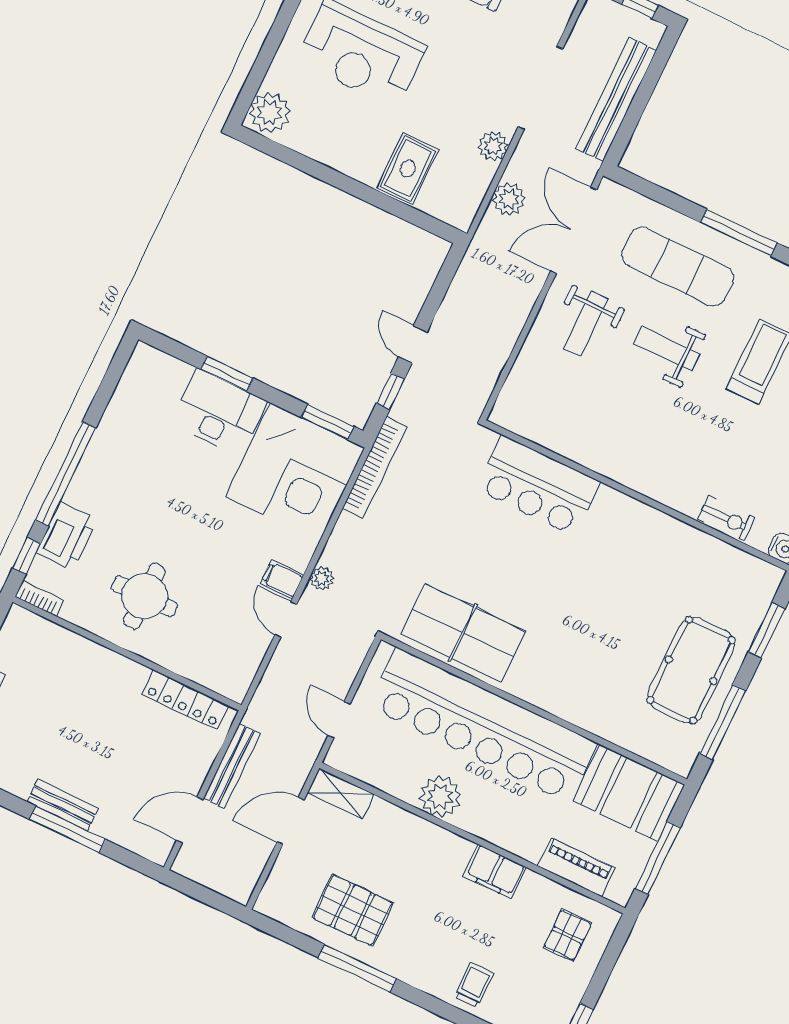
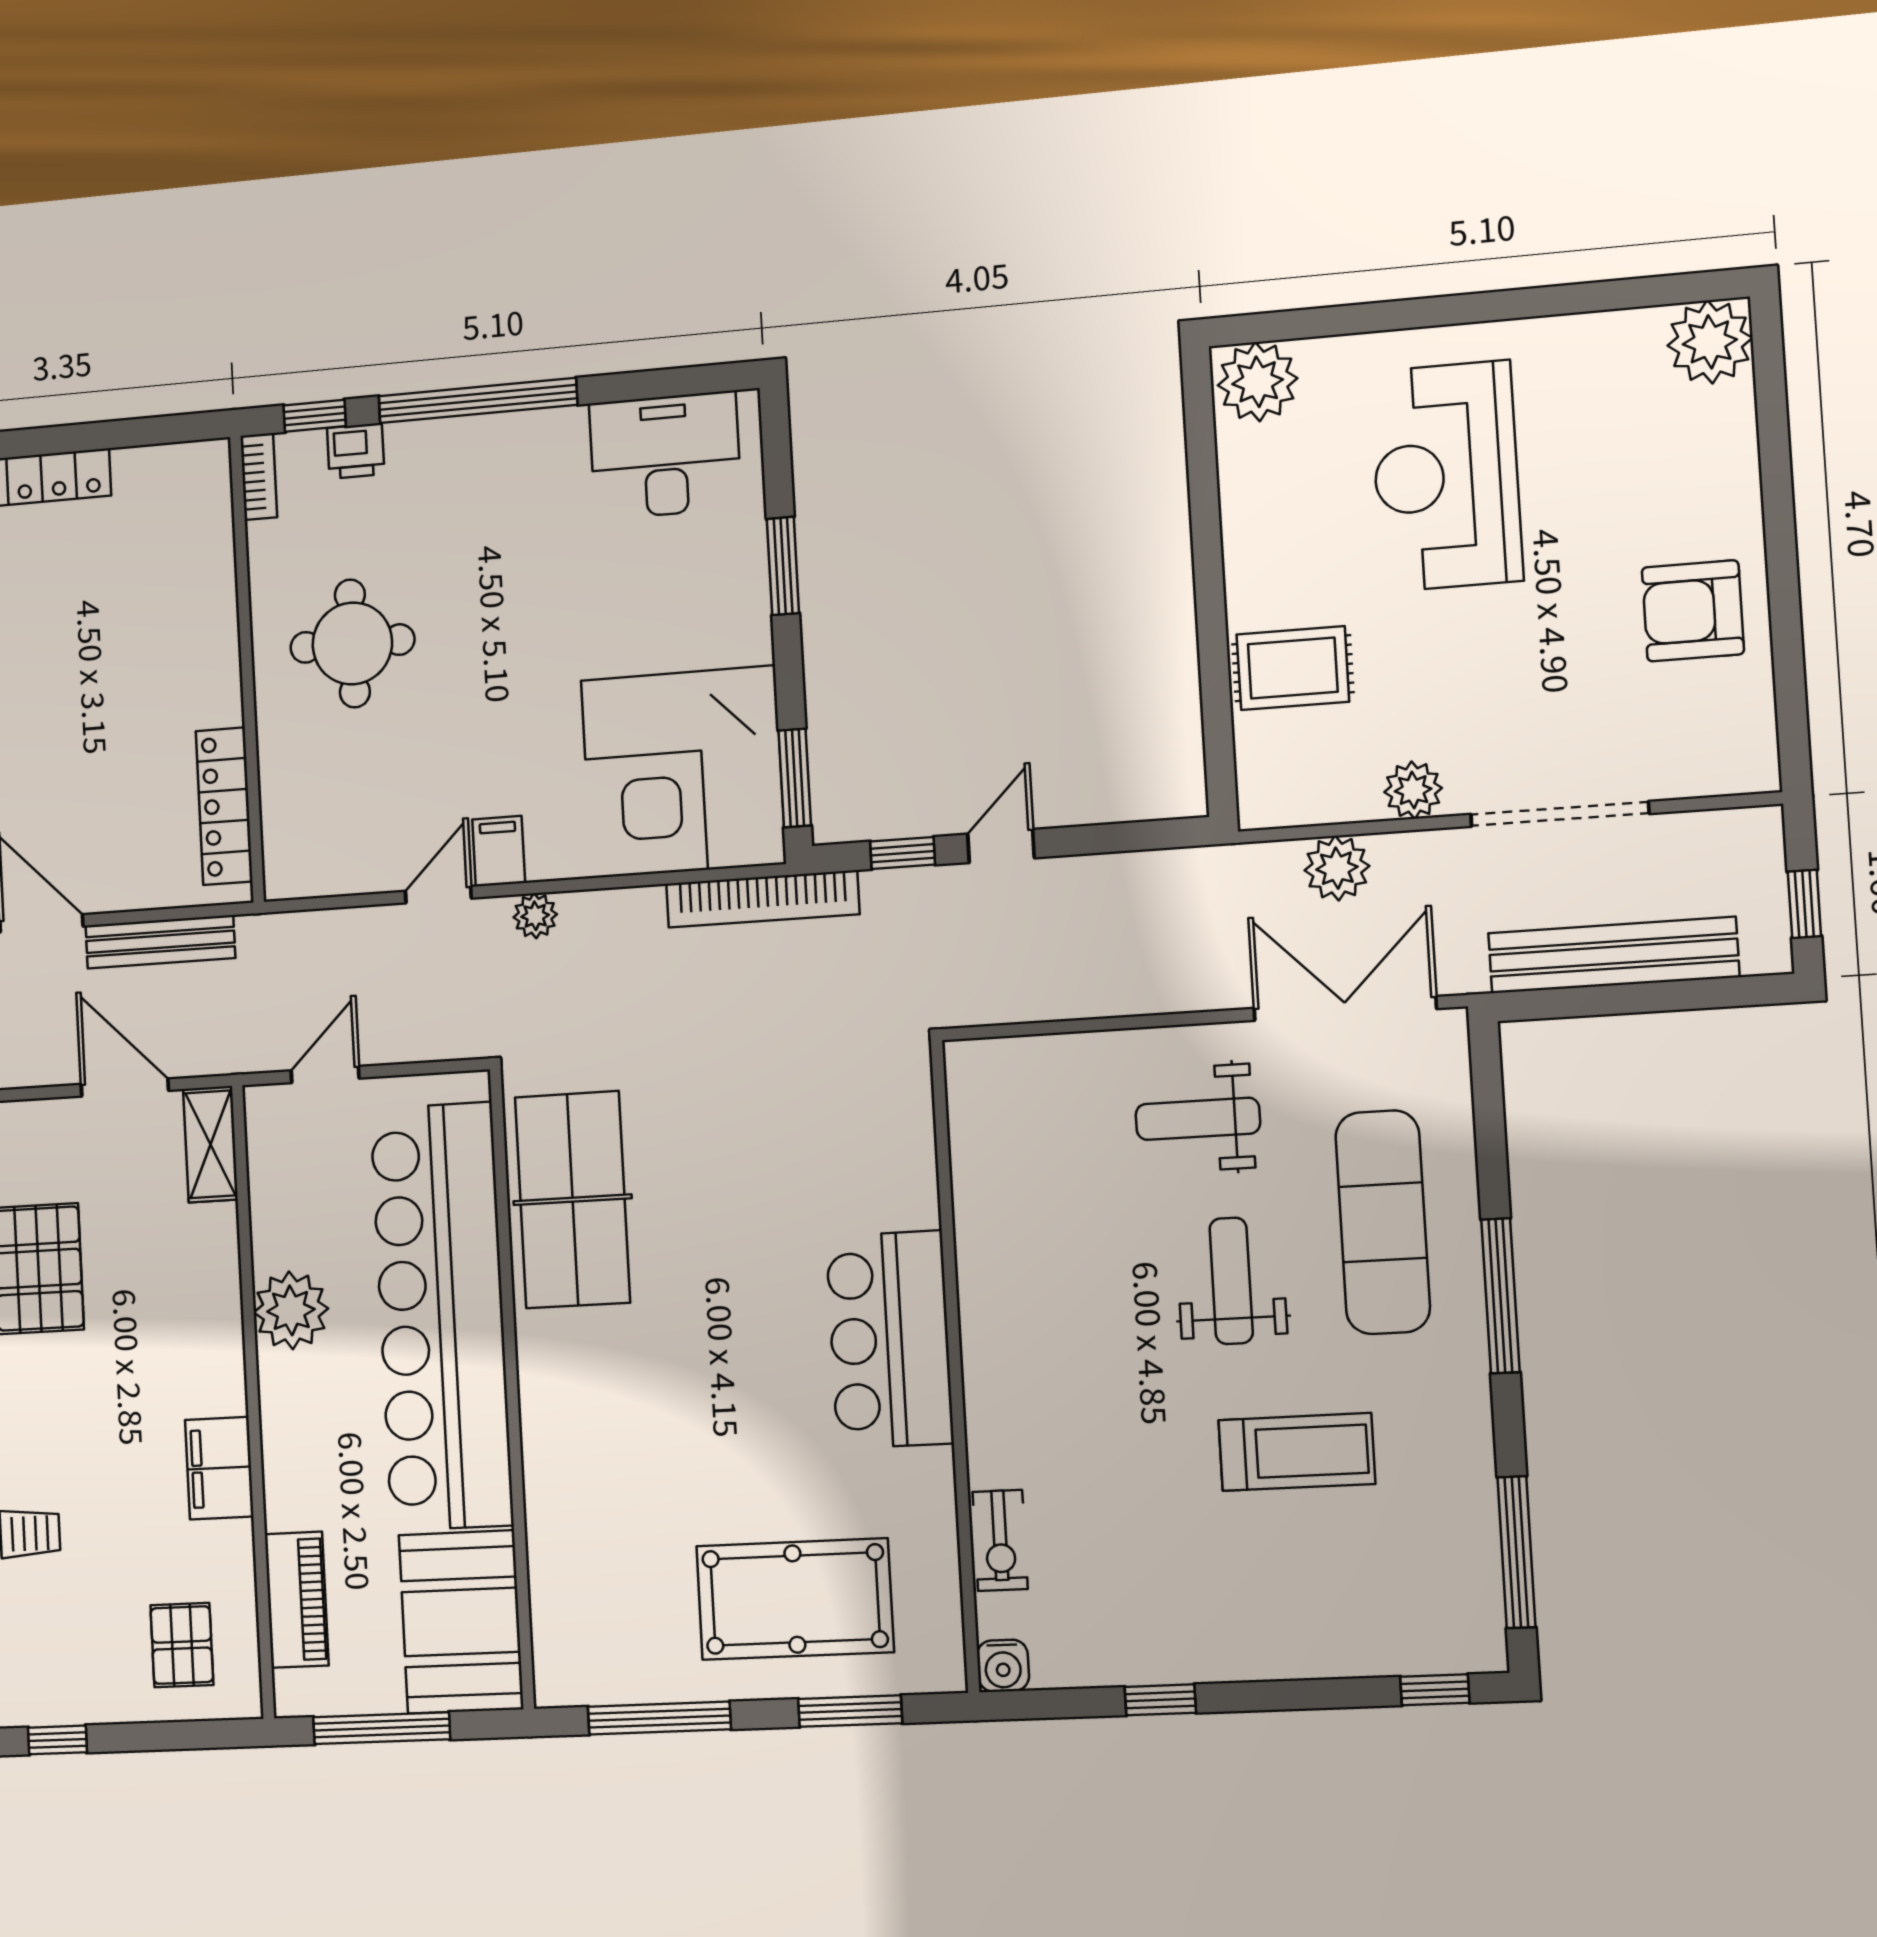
desk: (219, 412) -> (665, 456), moved, turned -90
bar counter: (538, 486) -> (890, 1340), moved
printer: (67, 536) -> (356, 451), width x0.53, depth x0.68
pool table: (691, 670) -> (795, 1599), moved
pallet: (568, 935) -> (182, 1645), turned 90

